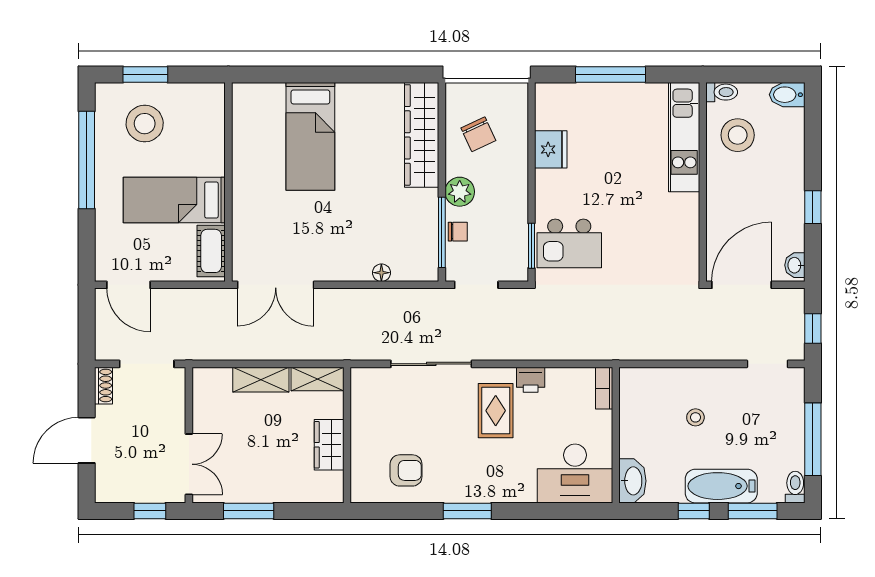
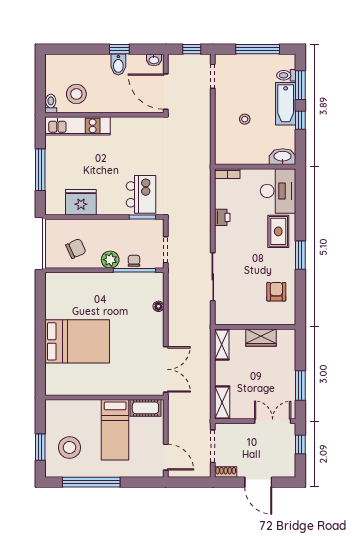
bidet: (787, 95) -> (118, 64), moved
wardrobe: (422, 135) -> (76, 282), removed
bed: (310, 136) -> (77, 341), width x1.50
fridge: (551, 149) -> (81, 202), width x1.36, depth x1.34
door: (128, 285) -> (166, 457), hinge flipped
shelving: (261, 380) -> (222, 403), moved
rug: (496, 411) -> (278, 231), moved, turned 90
toilet: (795, 487) -> (286, 75), moved

